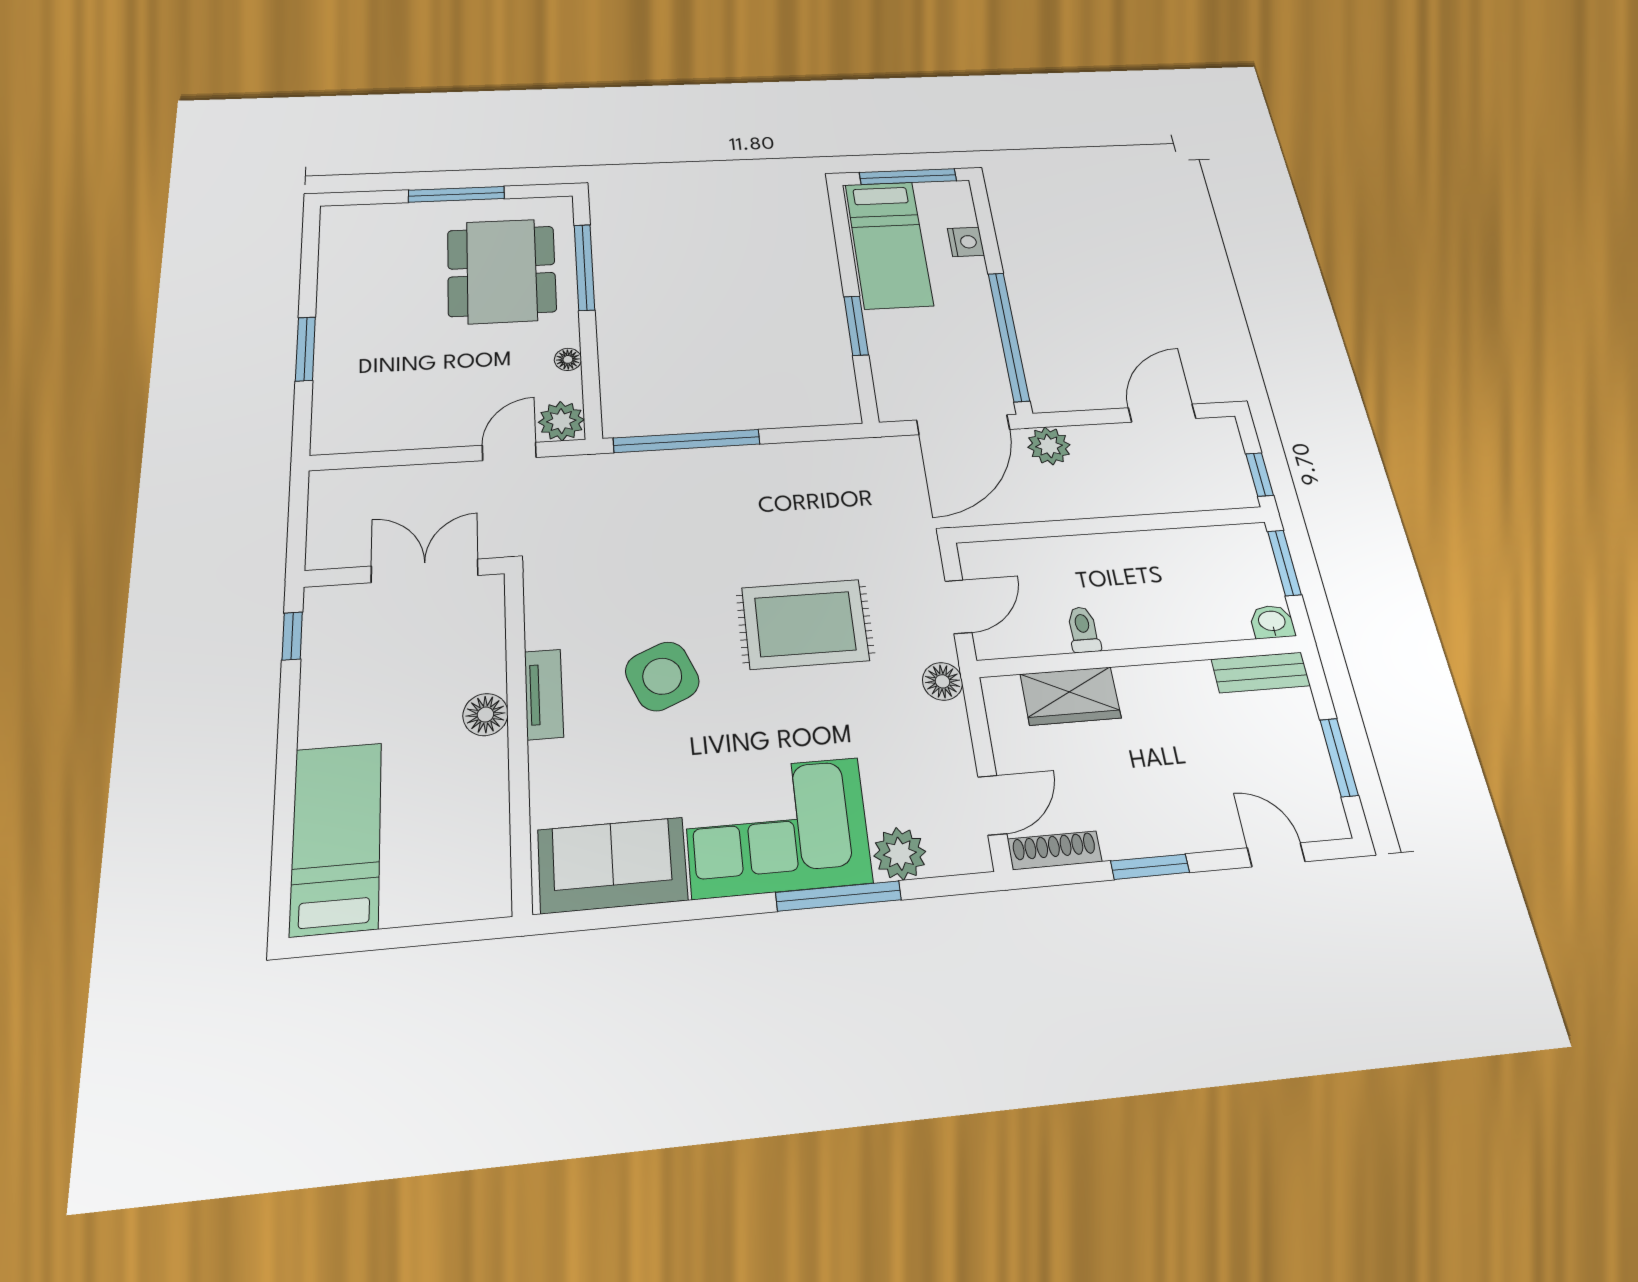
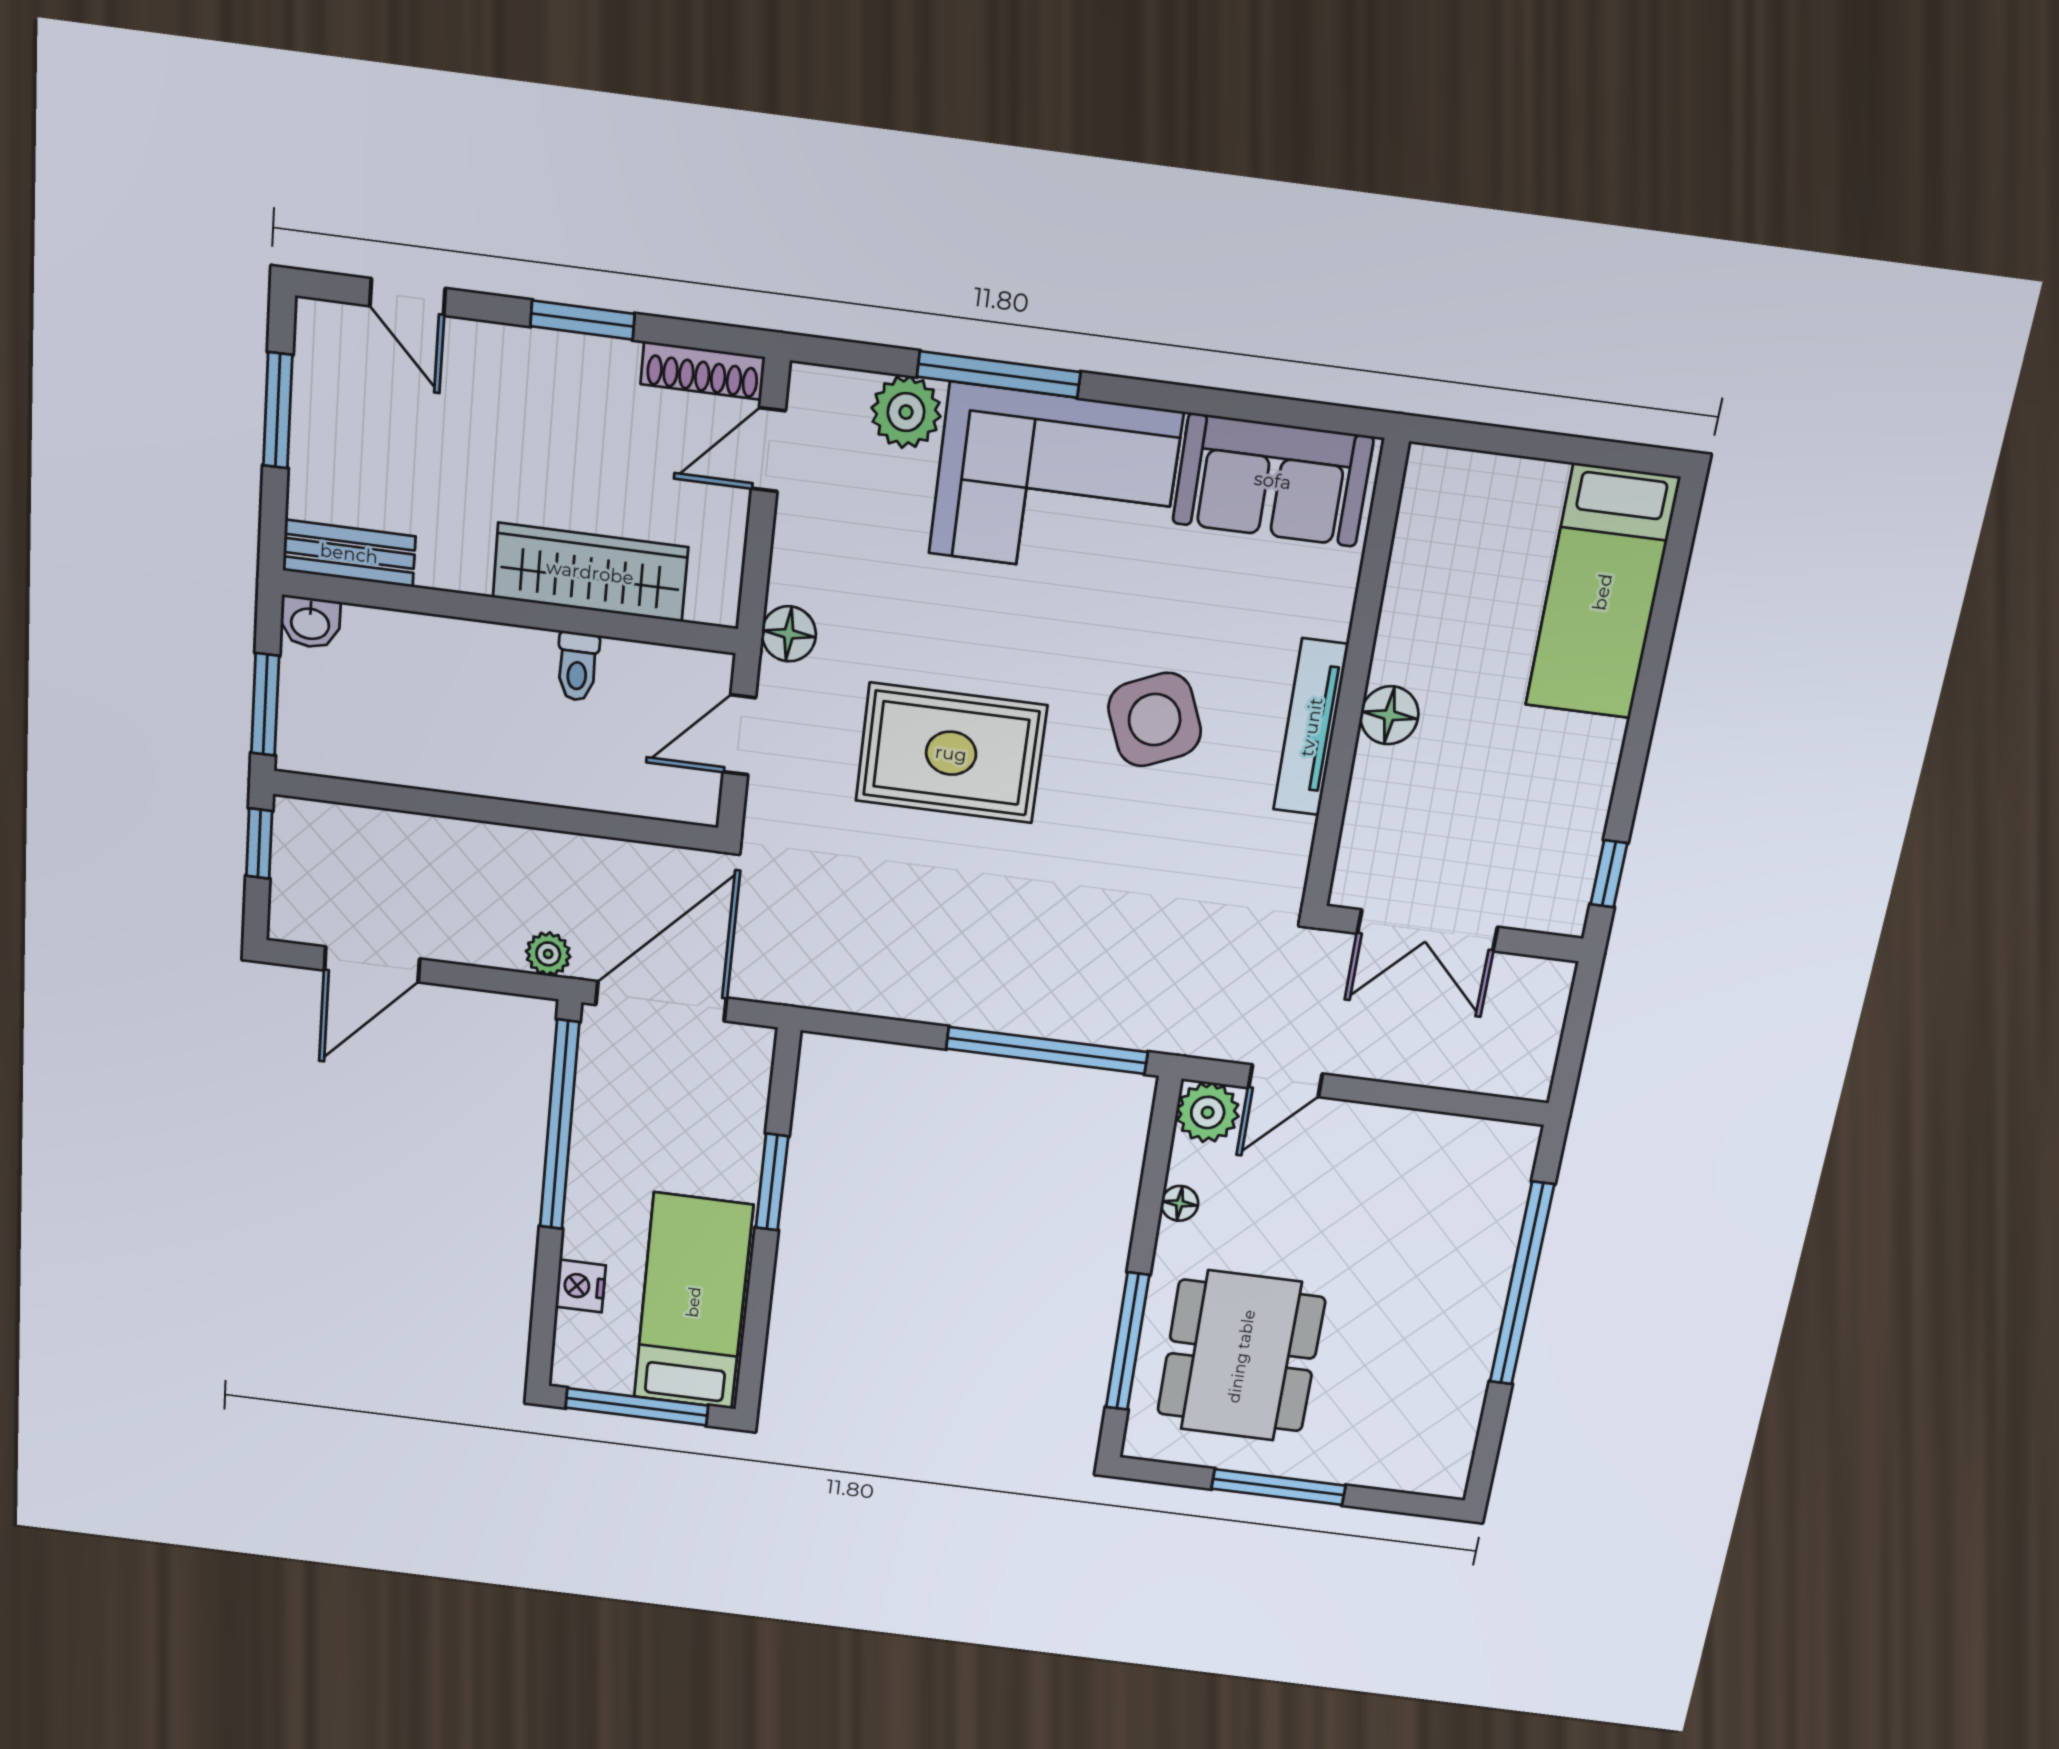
window: (305, 349) -> (1522, 1284), width x2.11
plant: (1049, 446) -> (548, 954), width x0.73, depth x0.73
tv unit: (544, 694) -> (1311, 727), width x1.41
wardrobe: (1070, 696) -> (590, 572), width x1.50

